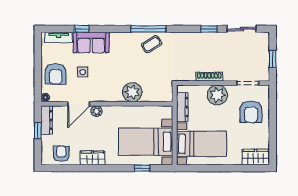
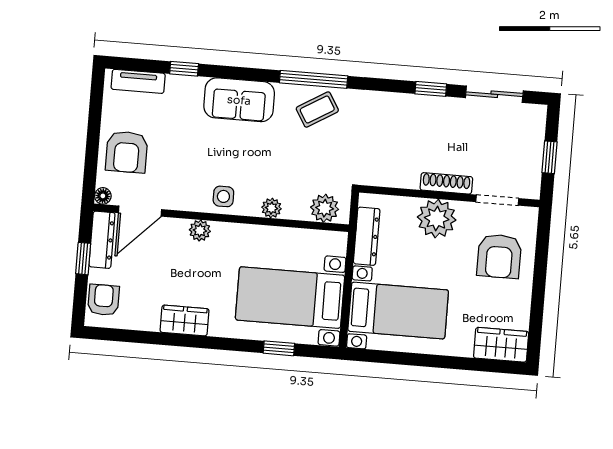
sofa: (91, 42) -> (239, 100), moved
side table: (83, 72) -> (223, 196), moved
shoe rack: (209, 77) -> (446, 183), moved
plant: (132, 92) -> (271, 208), width x0.53, depth x0.53
plant: (160, 94) -> (325, 208), added
door: (79, 104) -> (140, 211), moved
armchair: (61, 154) -> (104, 300), moved

